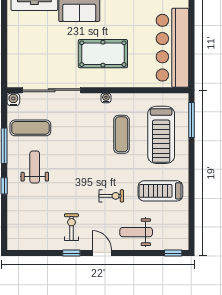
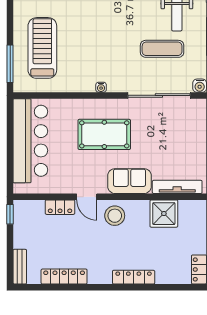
exercise mat: (30, 128) -> (162, 49), moved
exercise mat: (121, 134) -> (85, 49), removed

